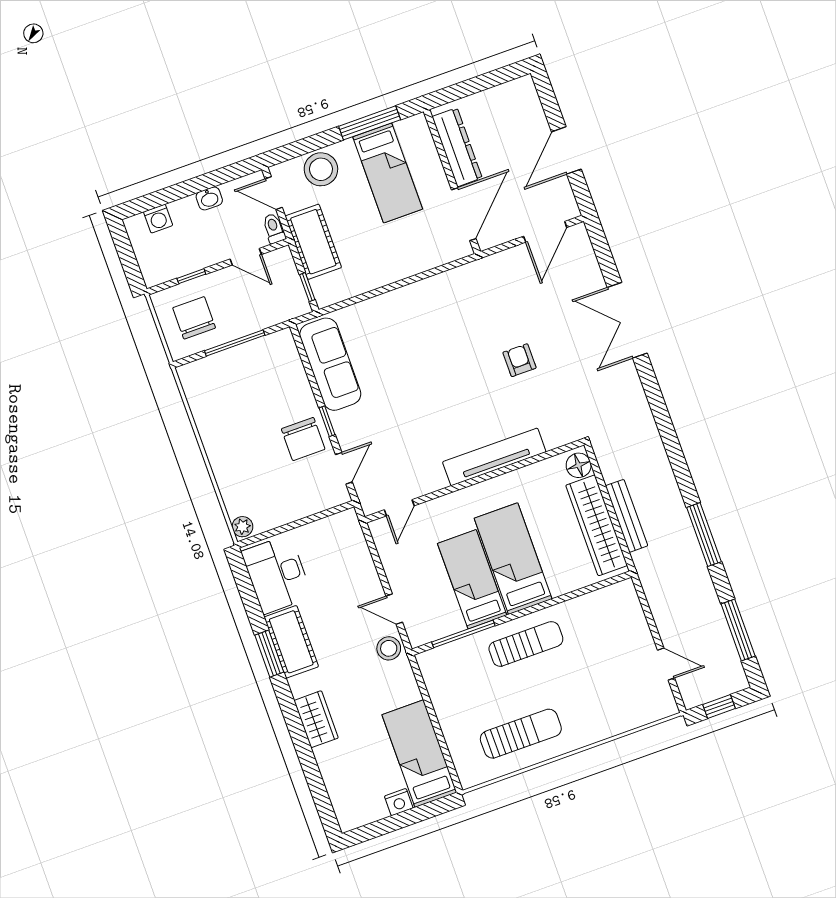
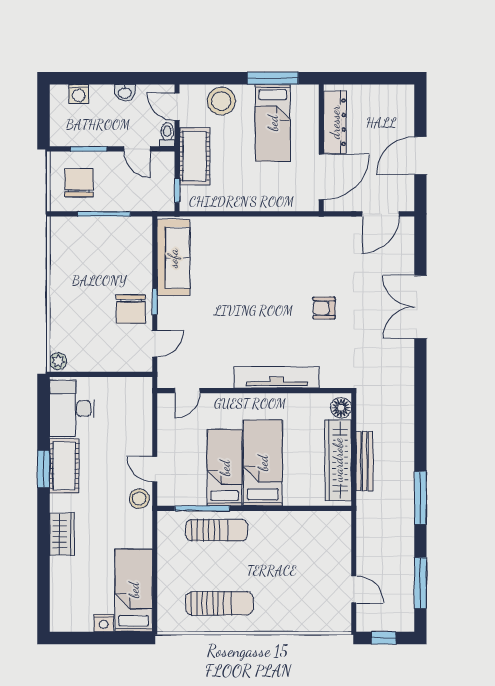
window: (191, 276) -> (89, 149), width x1.50
armchair: (520, 360) -> (324, 308), turned -90
sun lounger: (526, 644) -> (217, 530), moved

